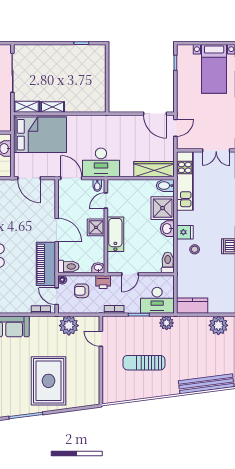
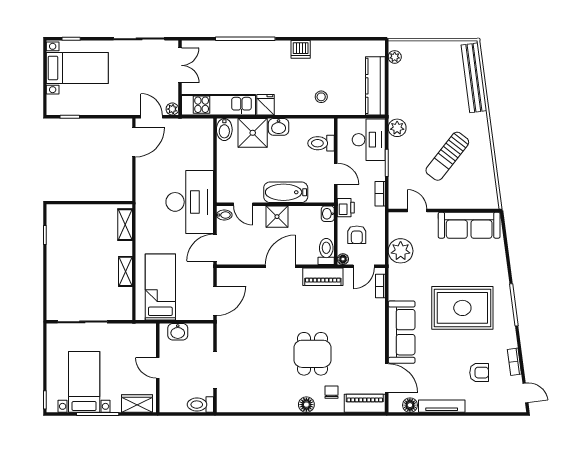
shelving: (27, 107) -> (125, 225), moved
bed: (40, 135) -> (160, 287), width x0.67
plant: (181, 144) -> (172, 109), added
desk: (101, 162) -> (190, 202), width x1.36, depth x1.30
wardrobe: (154, 169) -> (204, 144), removed
fridge: (185, 232) -> (265, 105), moved
stool: (195, 249) -> (321, 97), moved
toilet: (168, 262) -> (321, 143), moved
piano: (46, 264) -> (323, 277), width x0.73, depth x0.75
kitchen counter: (192, 306) -> (375, 86), width x1.50
plant: (218, 325) -> (395, 57), width x0.53, depth x0.53
door: (101, 339) -> (417, 211), swing flipped
sun lounger: (144, 363) -> (447, 156), turned 38
sofa: (89, 380) -> (469, 225), added
rug: (49, 381) -> (462, 308), moved

